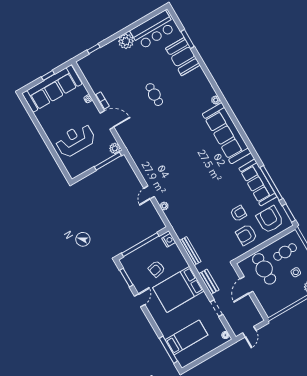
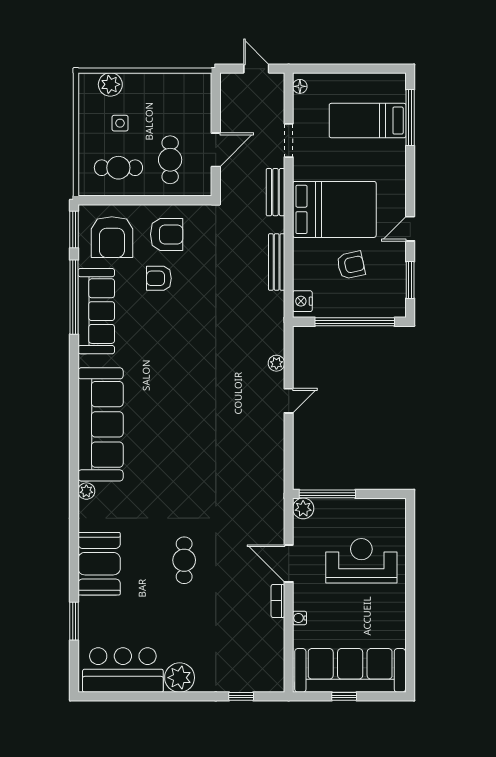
booth: (183, 57) -> (99, 564), moved
reception desk: (75, 140) -> (361, 561), turned 180
cafe table: (264, 269) -> (170, 160), width x0.73, depth x0.74
door: (249, 332) -> (256, 69), hinge flipped

